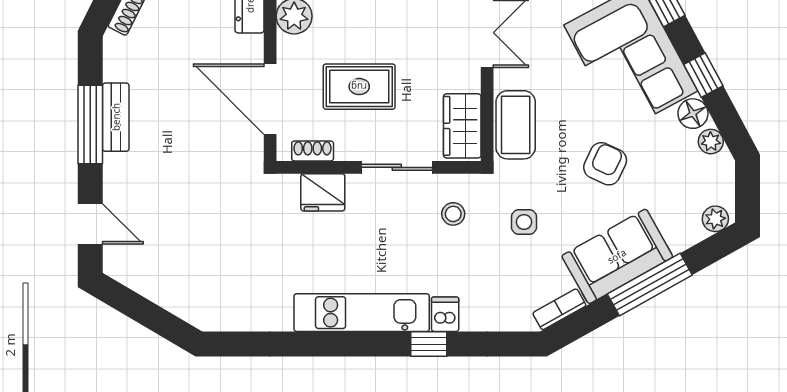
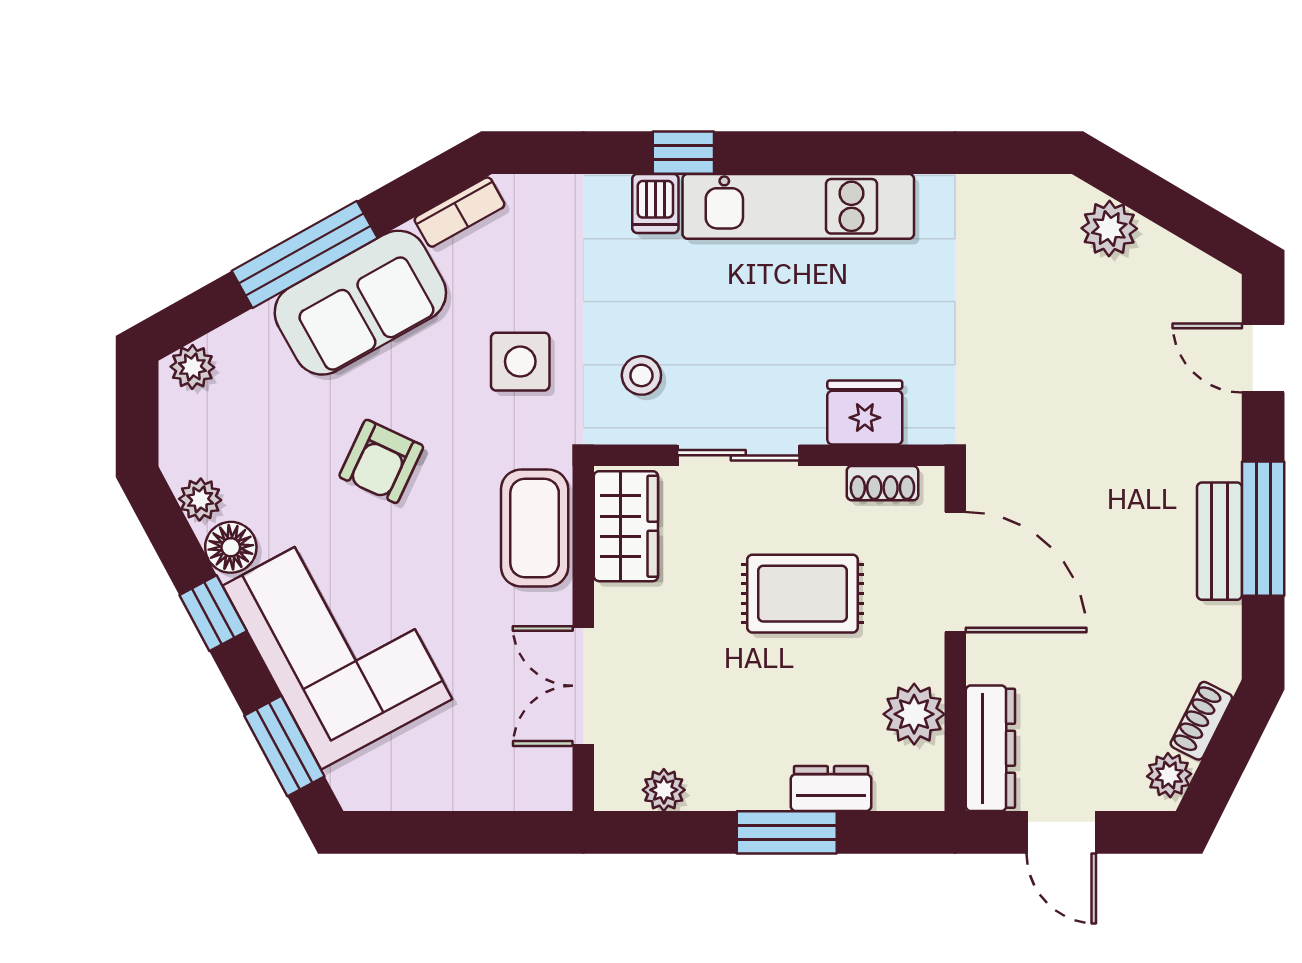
side table: (524, 222) -> (520, 362), width x1.37, depth x1.37
plant: (180, 300) -> (1109, 228), added

